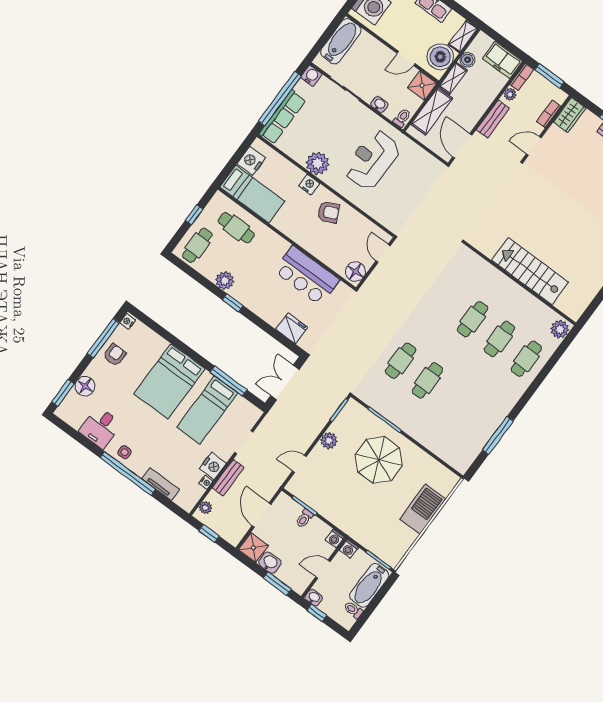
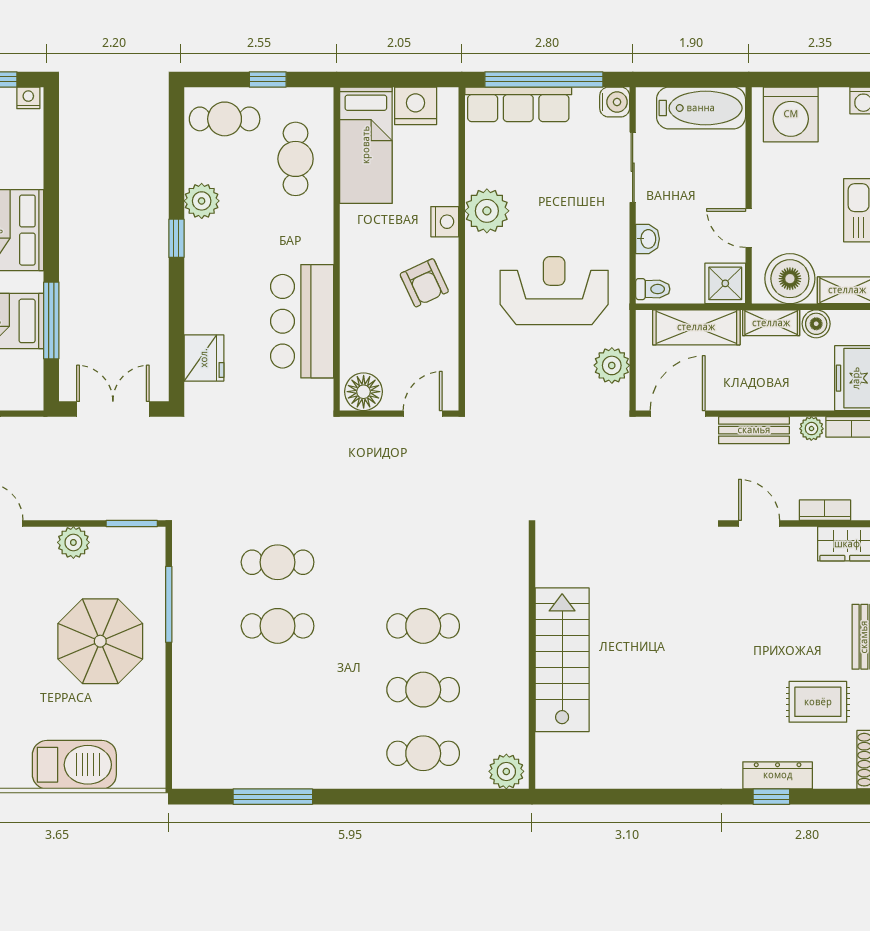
plant: (421, 159) -> (612, 365), added

